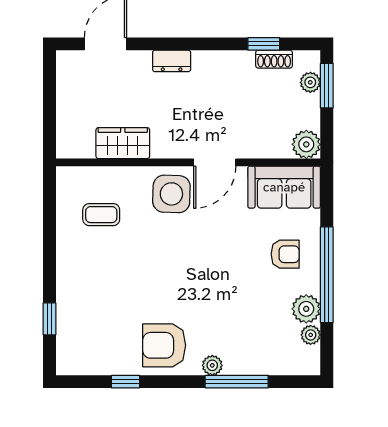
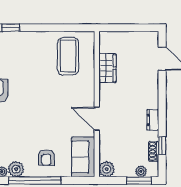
dresser: (172, 61) -> (153, 120), moved
side table: (171, 194) -> (79, 95), removed
coffee table: (101, 215) -> (68, 56), width x1.86, depth x1.72

